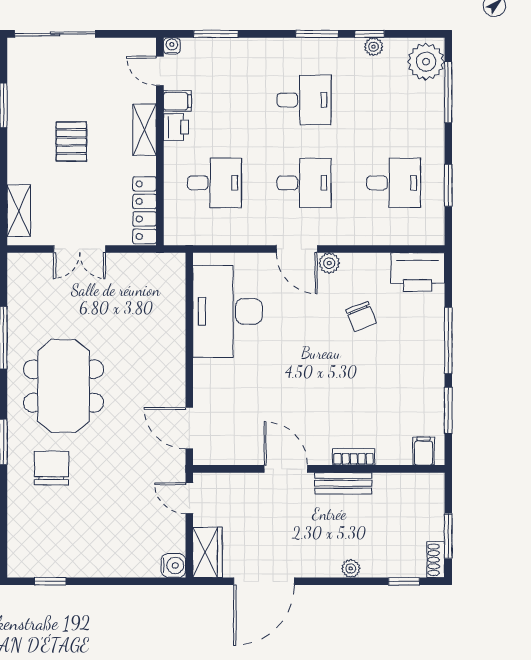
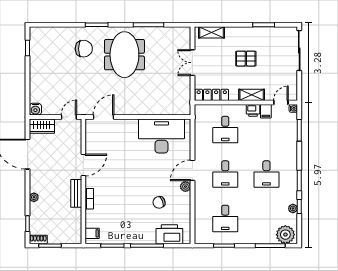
printer: (418, 272) -> (169, 234), moved, turned 90
meeting table: (64, 386) -> (124, 55), turned 90

